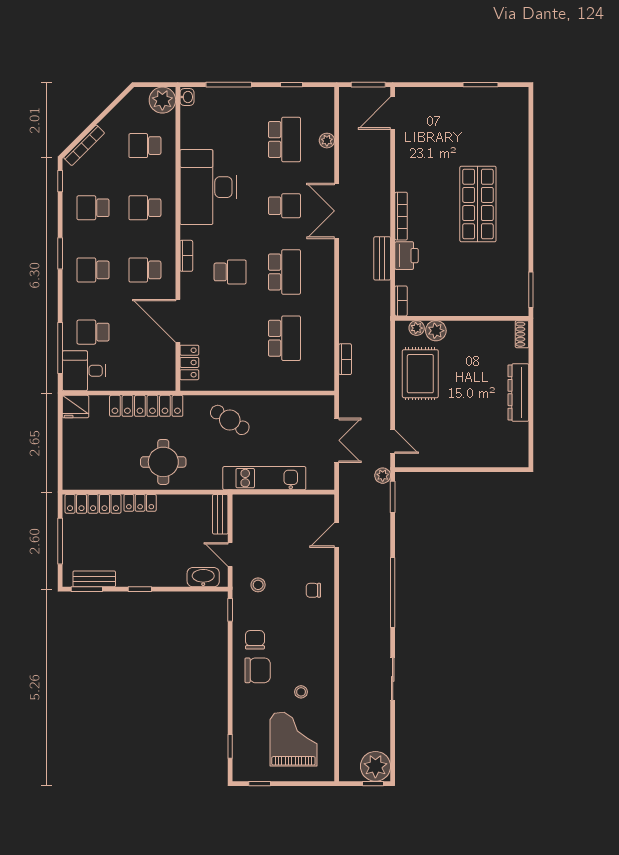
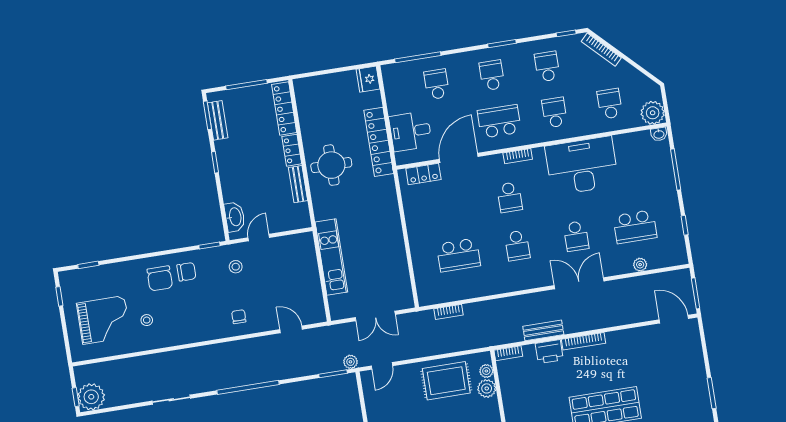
school desk: (145, 270) -> (499, 121), width x1.85
school desk: (284, 272) -> (517, 246), width x0.54
desk: (84, 371) -> (410, 131), moved, turned -90
cafe table: (230, 420) -> (378, 218), removed
bench: (220, 514) -> (298, 184), moved, turned 90

